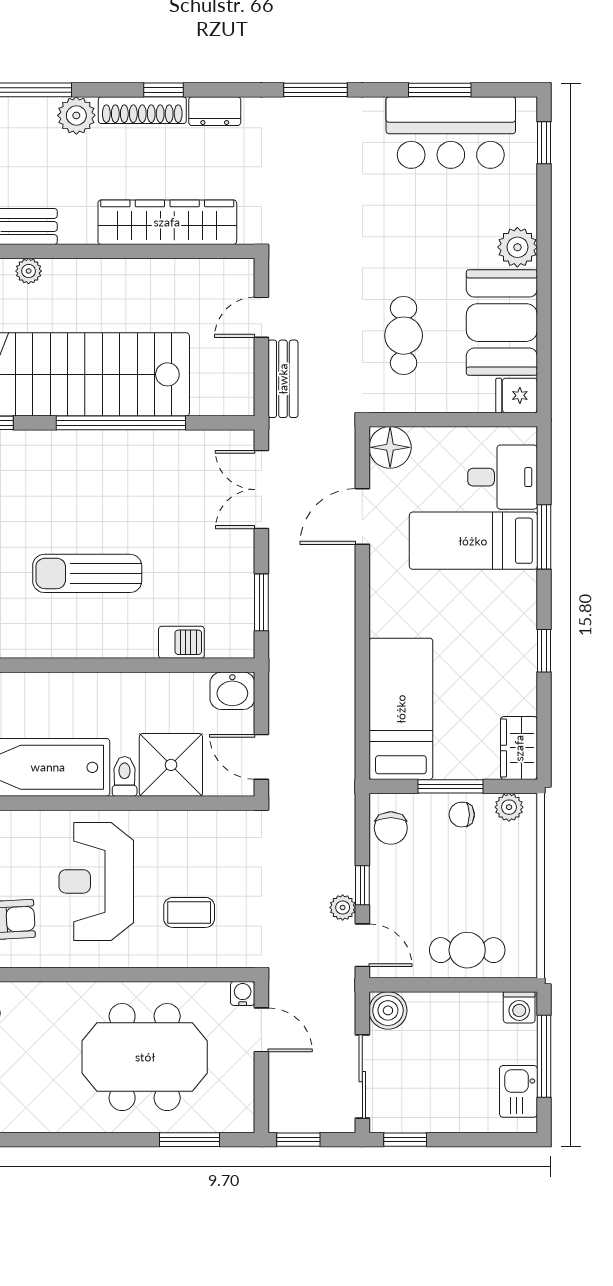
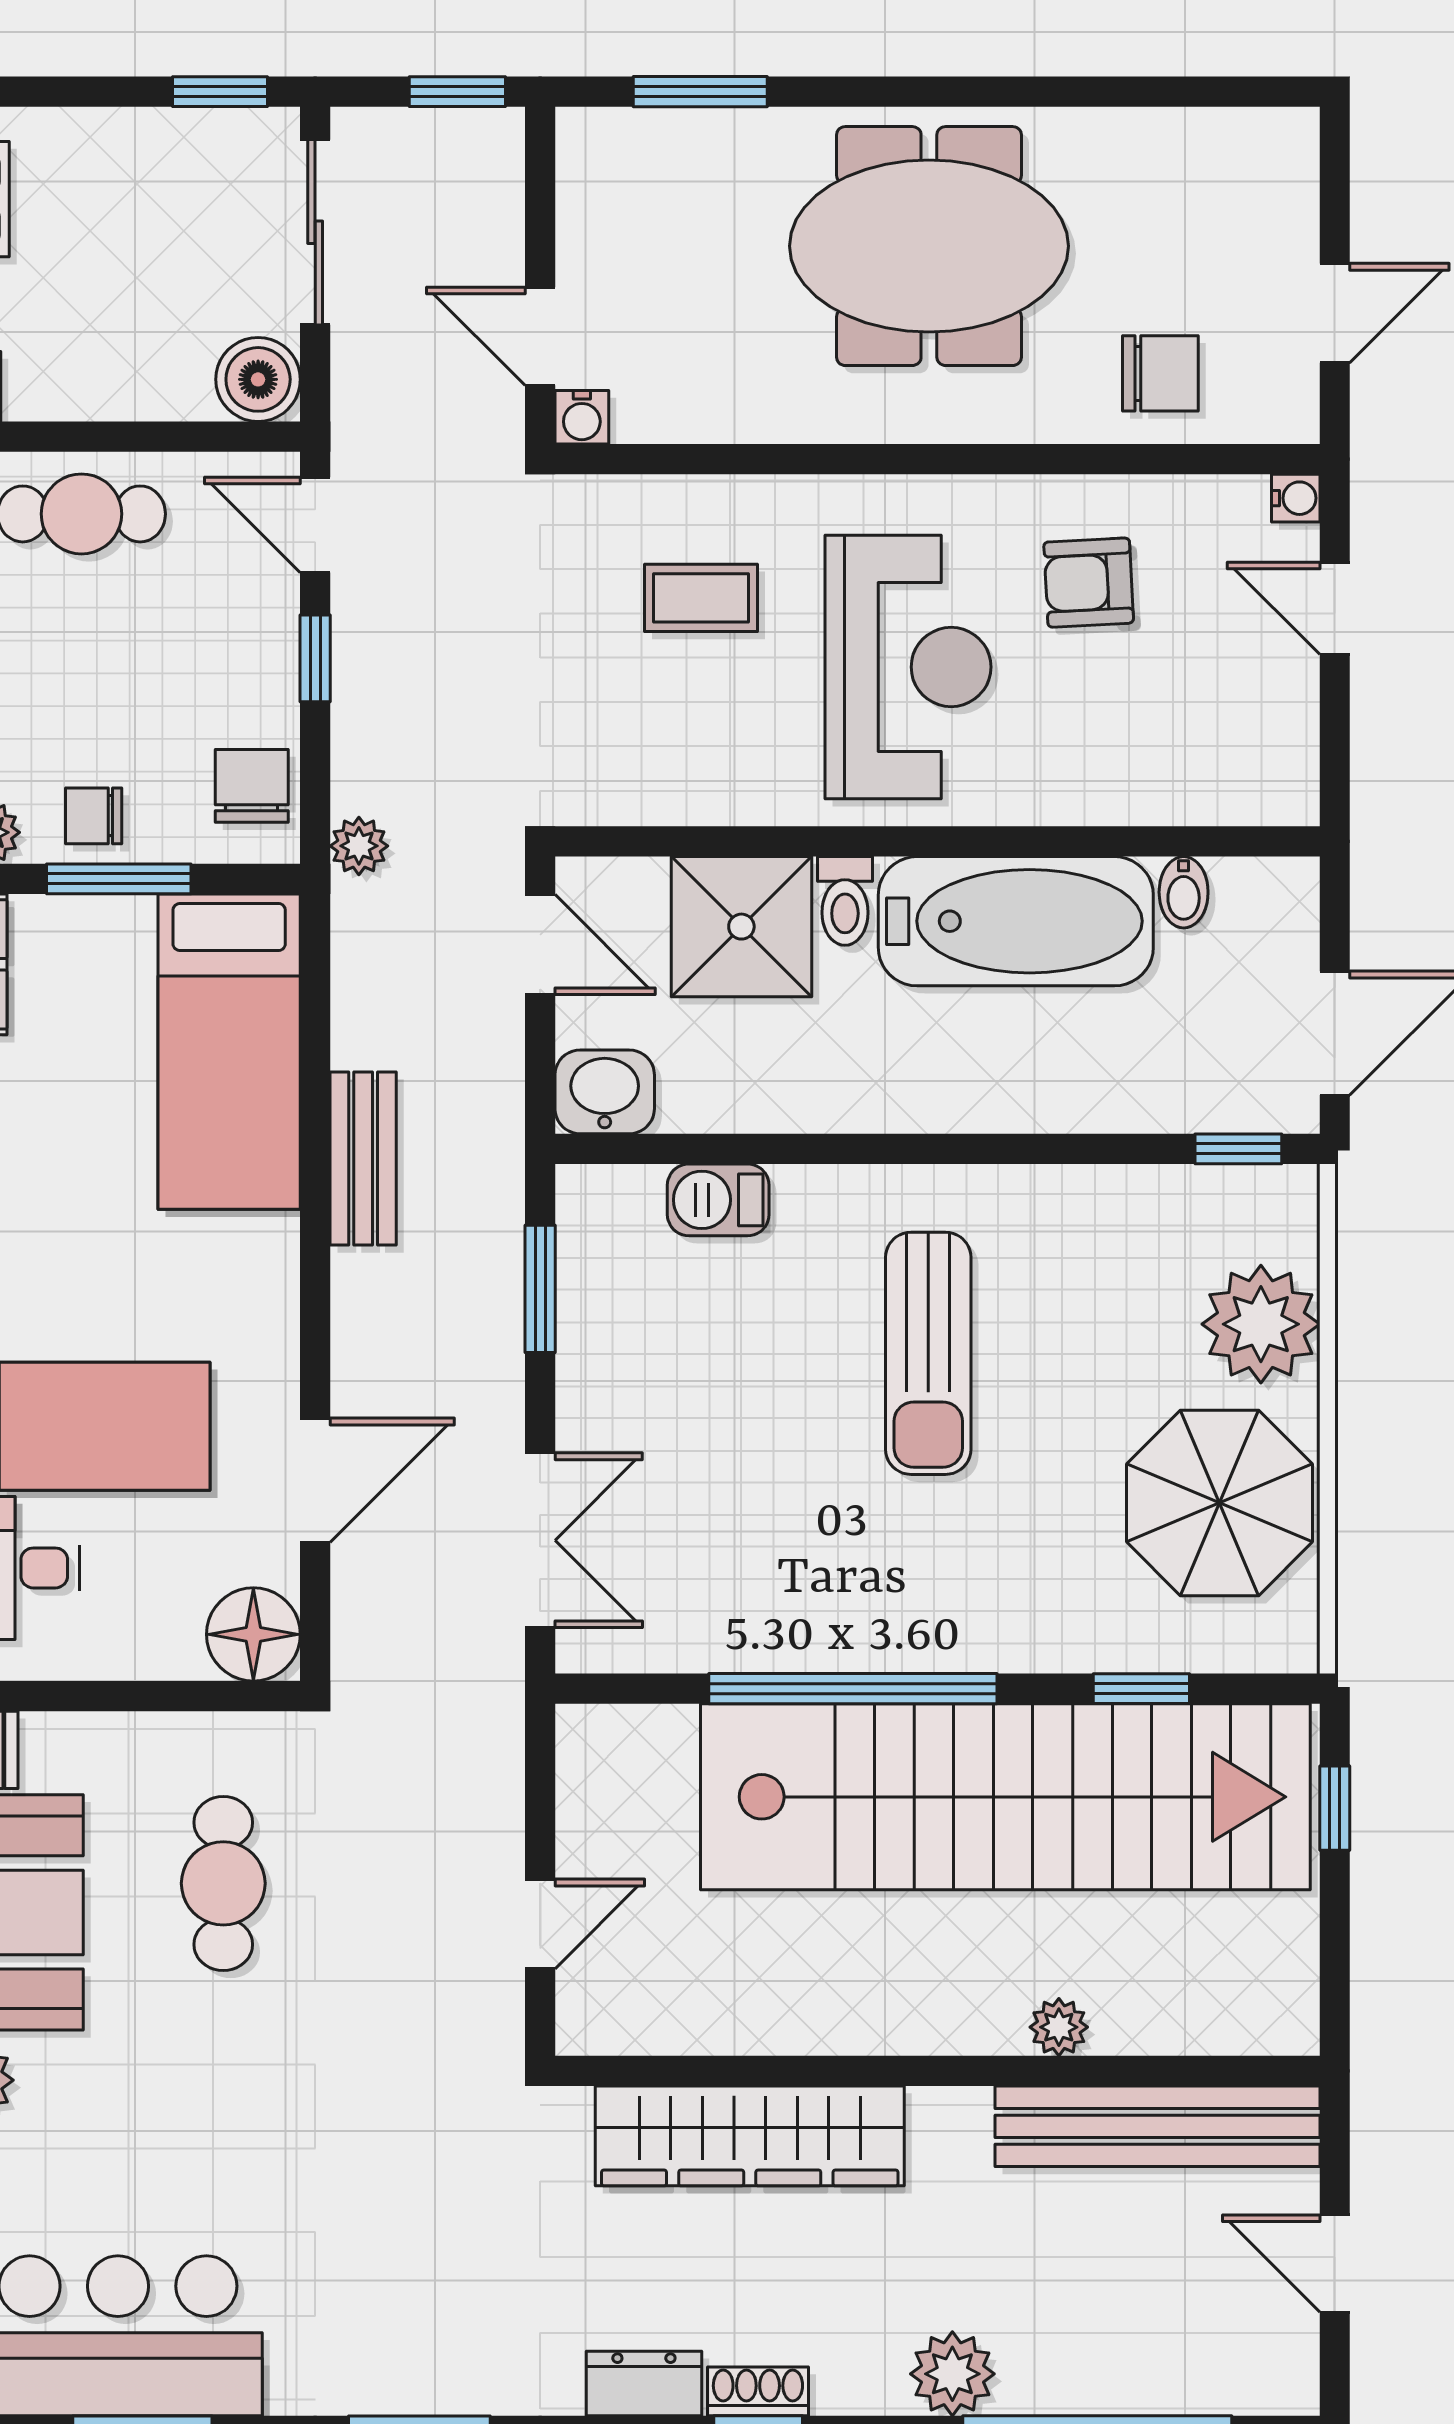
shoe rack: (142, 110) -> (758, 2391), width x0.51, depth x0.81
bench: (283, 379) -> (363, 1158), moved
sun lounger: (87, 573) -> (928, 1353), turned 90
chair: (462, 815) -> (94, 816), turned 180
plant: (343, 908) -> (359, 846), moved
meeting table: (145, 1057) -> (929, 246), moved

